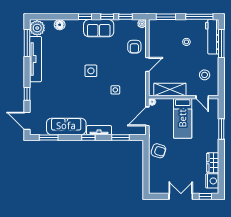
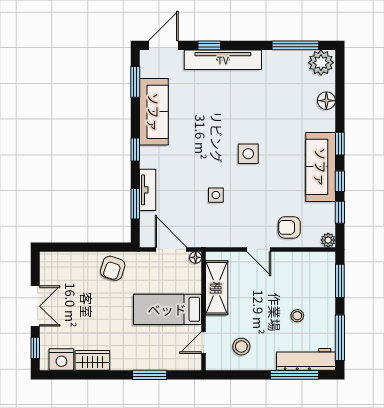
sofa: (99, 28) -> (321, 167), width x1.36
tv unit: (36, 59) -> (223, 60), moved
tv unit: (99, 130) -> (148, 190), moved

